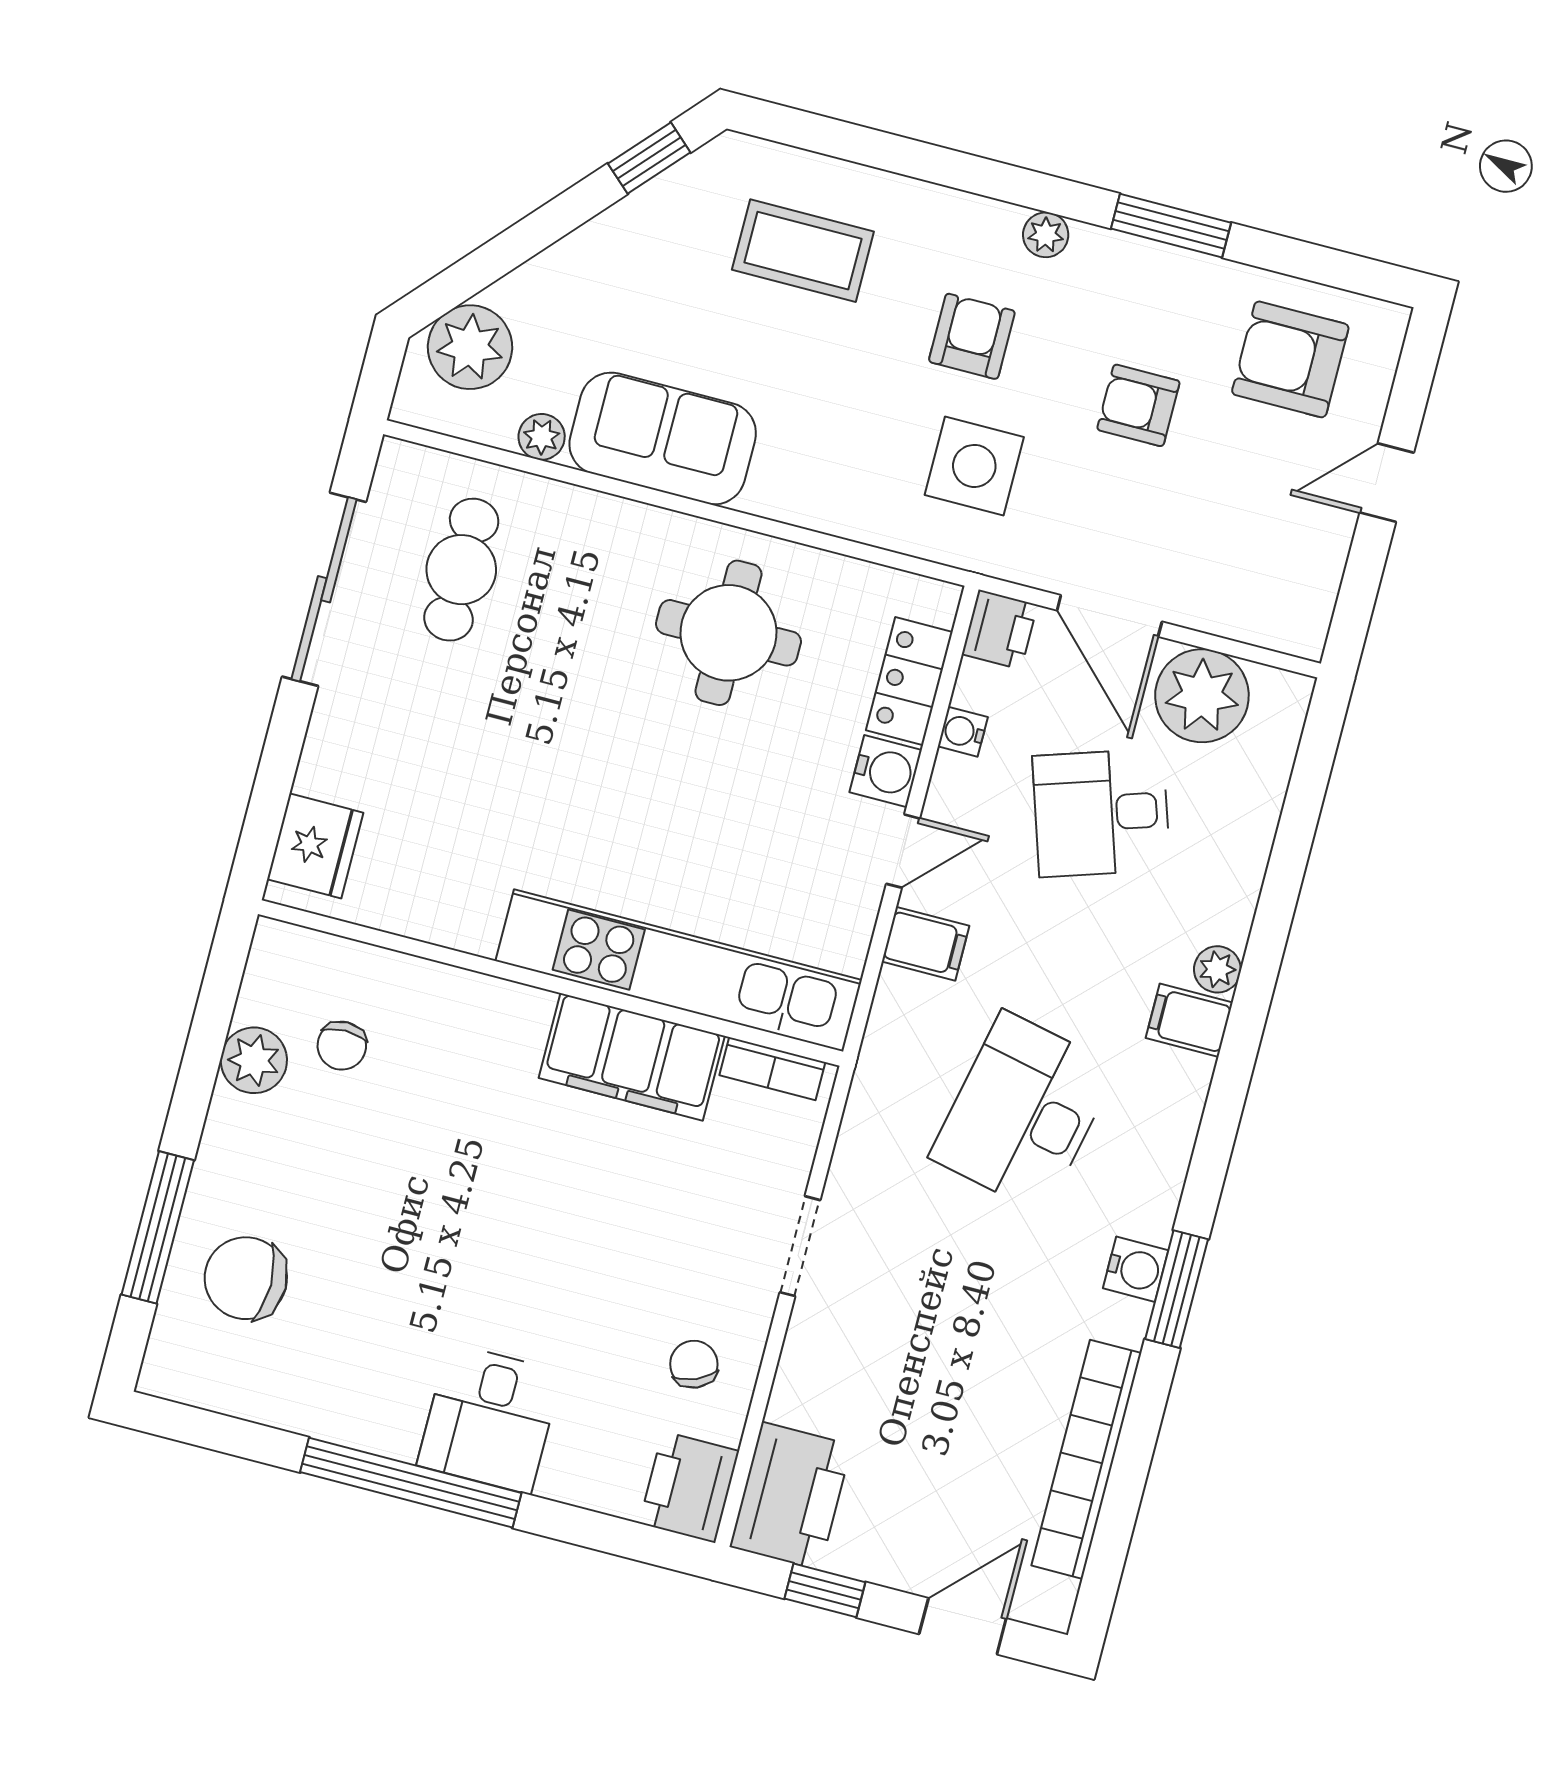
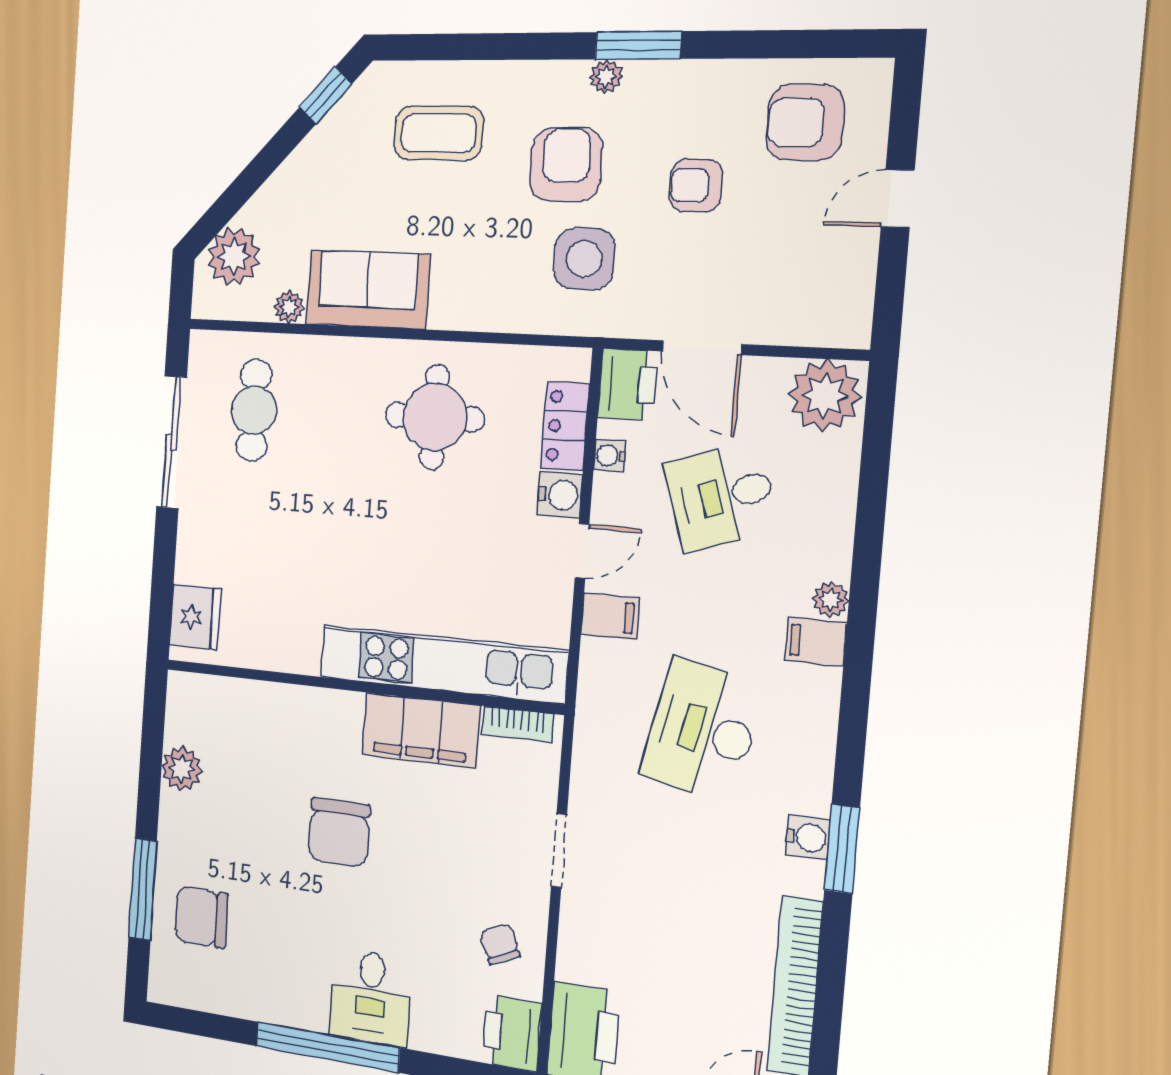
window: (1171, 226) -> (638, 45), moved
armchair: (972, 336) -> (566, 164), width x1.38, depth x1.38
printer: (1000, 630) -> (628, 384), width x1.36, depth x1.24
plant: (1202, 696) -> (825, 396), moved
chair: (342, 1046) -> (339, 832), moved, width x1.87, depth x1.87

